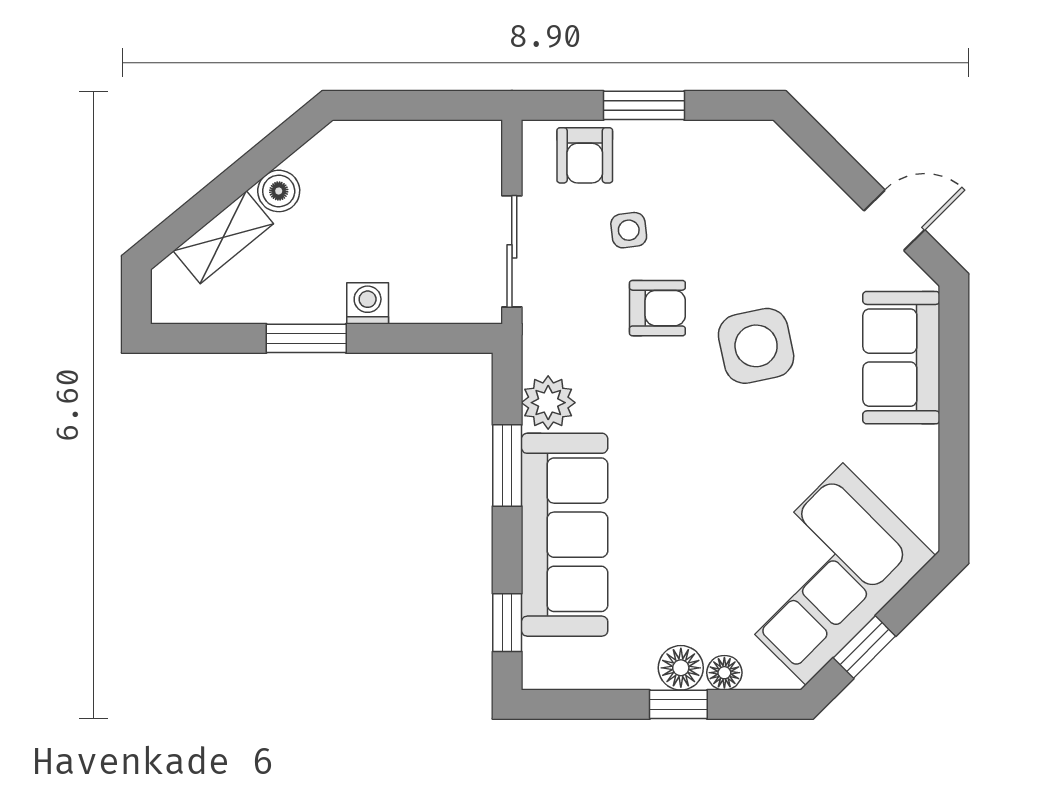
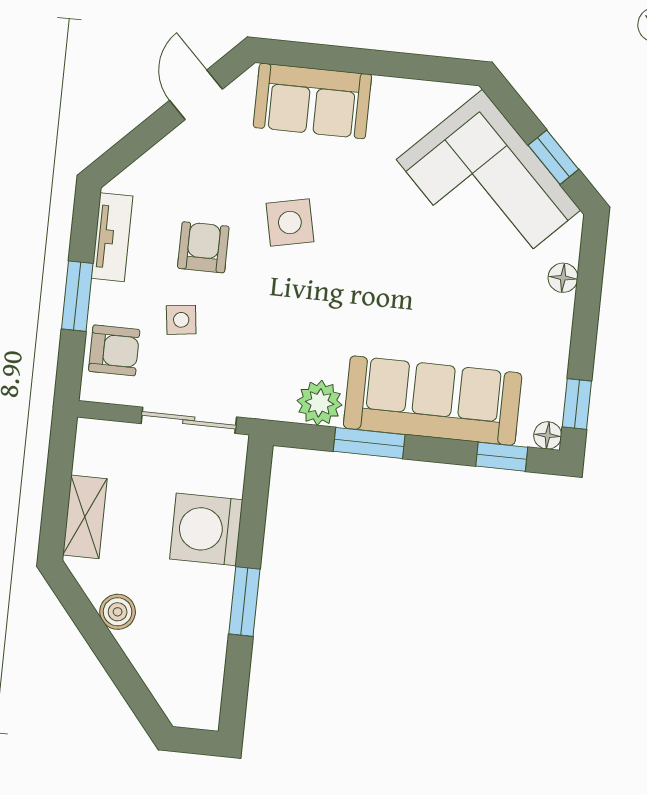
tv unit: (717, 139) -> (112, 237), added
shelving: (223, 237) -> (85, 517), moved, turned 39
washing machine: (368, 303) -> (206, 529), width x1.89, depth x1.89
armchair: (657, 308) -> (203, 247), moved
side table: (756, 346) -> (290, 222), width x0.73, depth x0.73
floor lamp: (681, 668) -> (548, 435), moved, width x0.73, depth x0.73
window: (678, 704) -> (577, 404), moved

